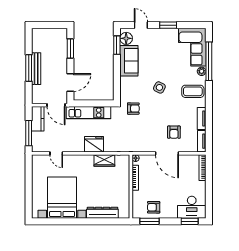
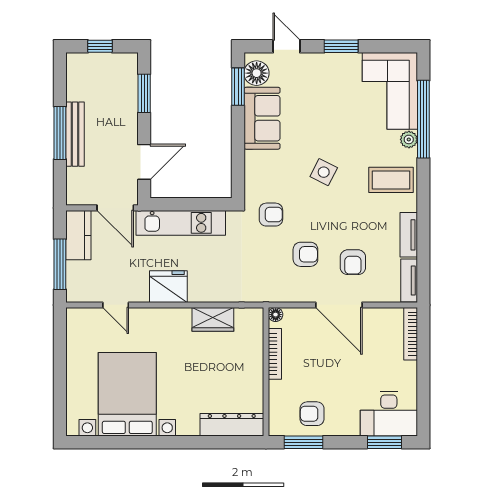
window: (48, 25) -> (100, 46), added
armchair: (150, 128) -> (305, 254), added
fridge: (94, 144) -> (168, 287), moved
dresser: (102, 213) -> (232, 425), moved

